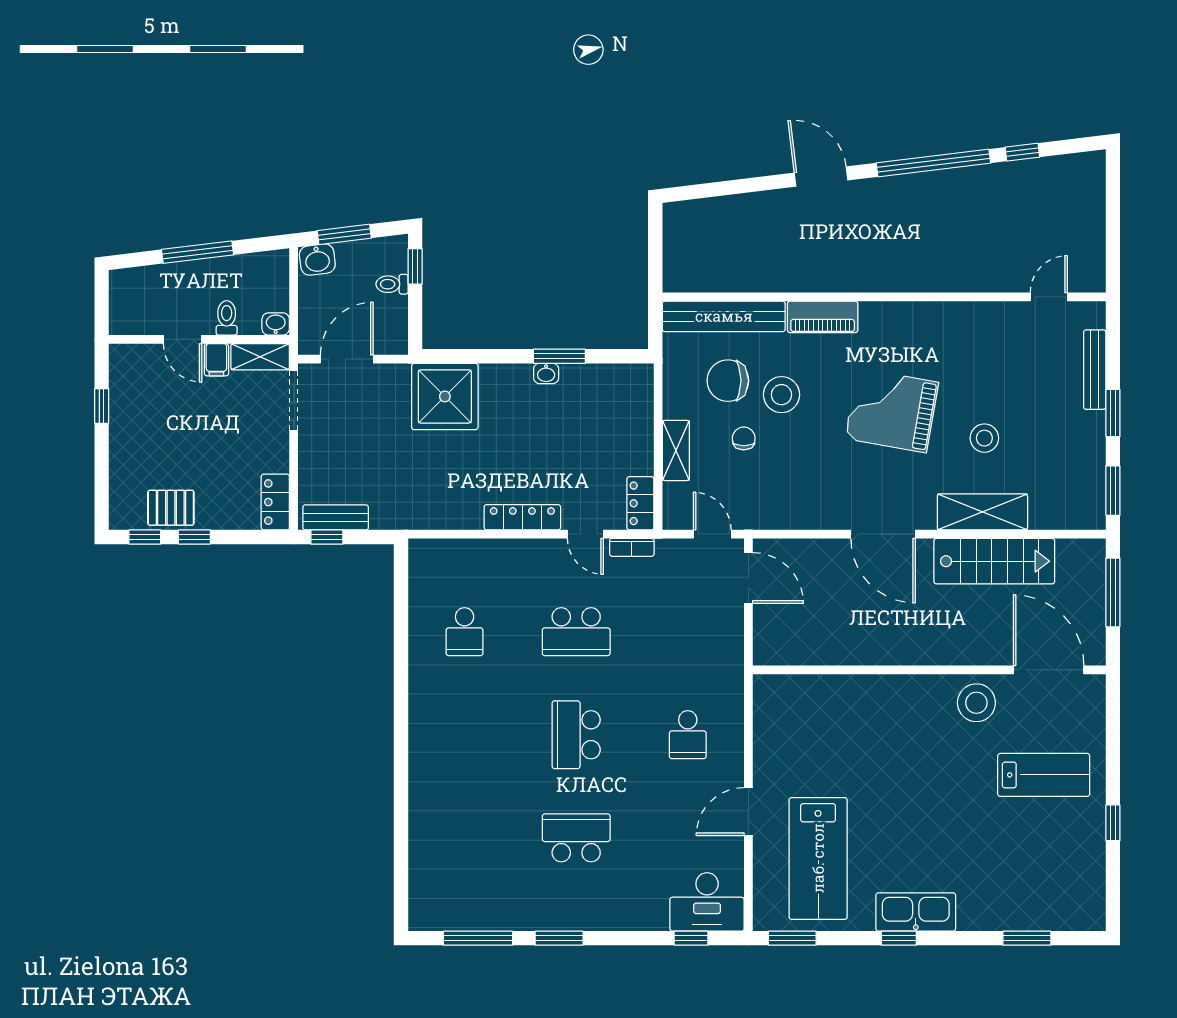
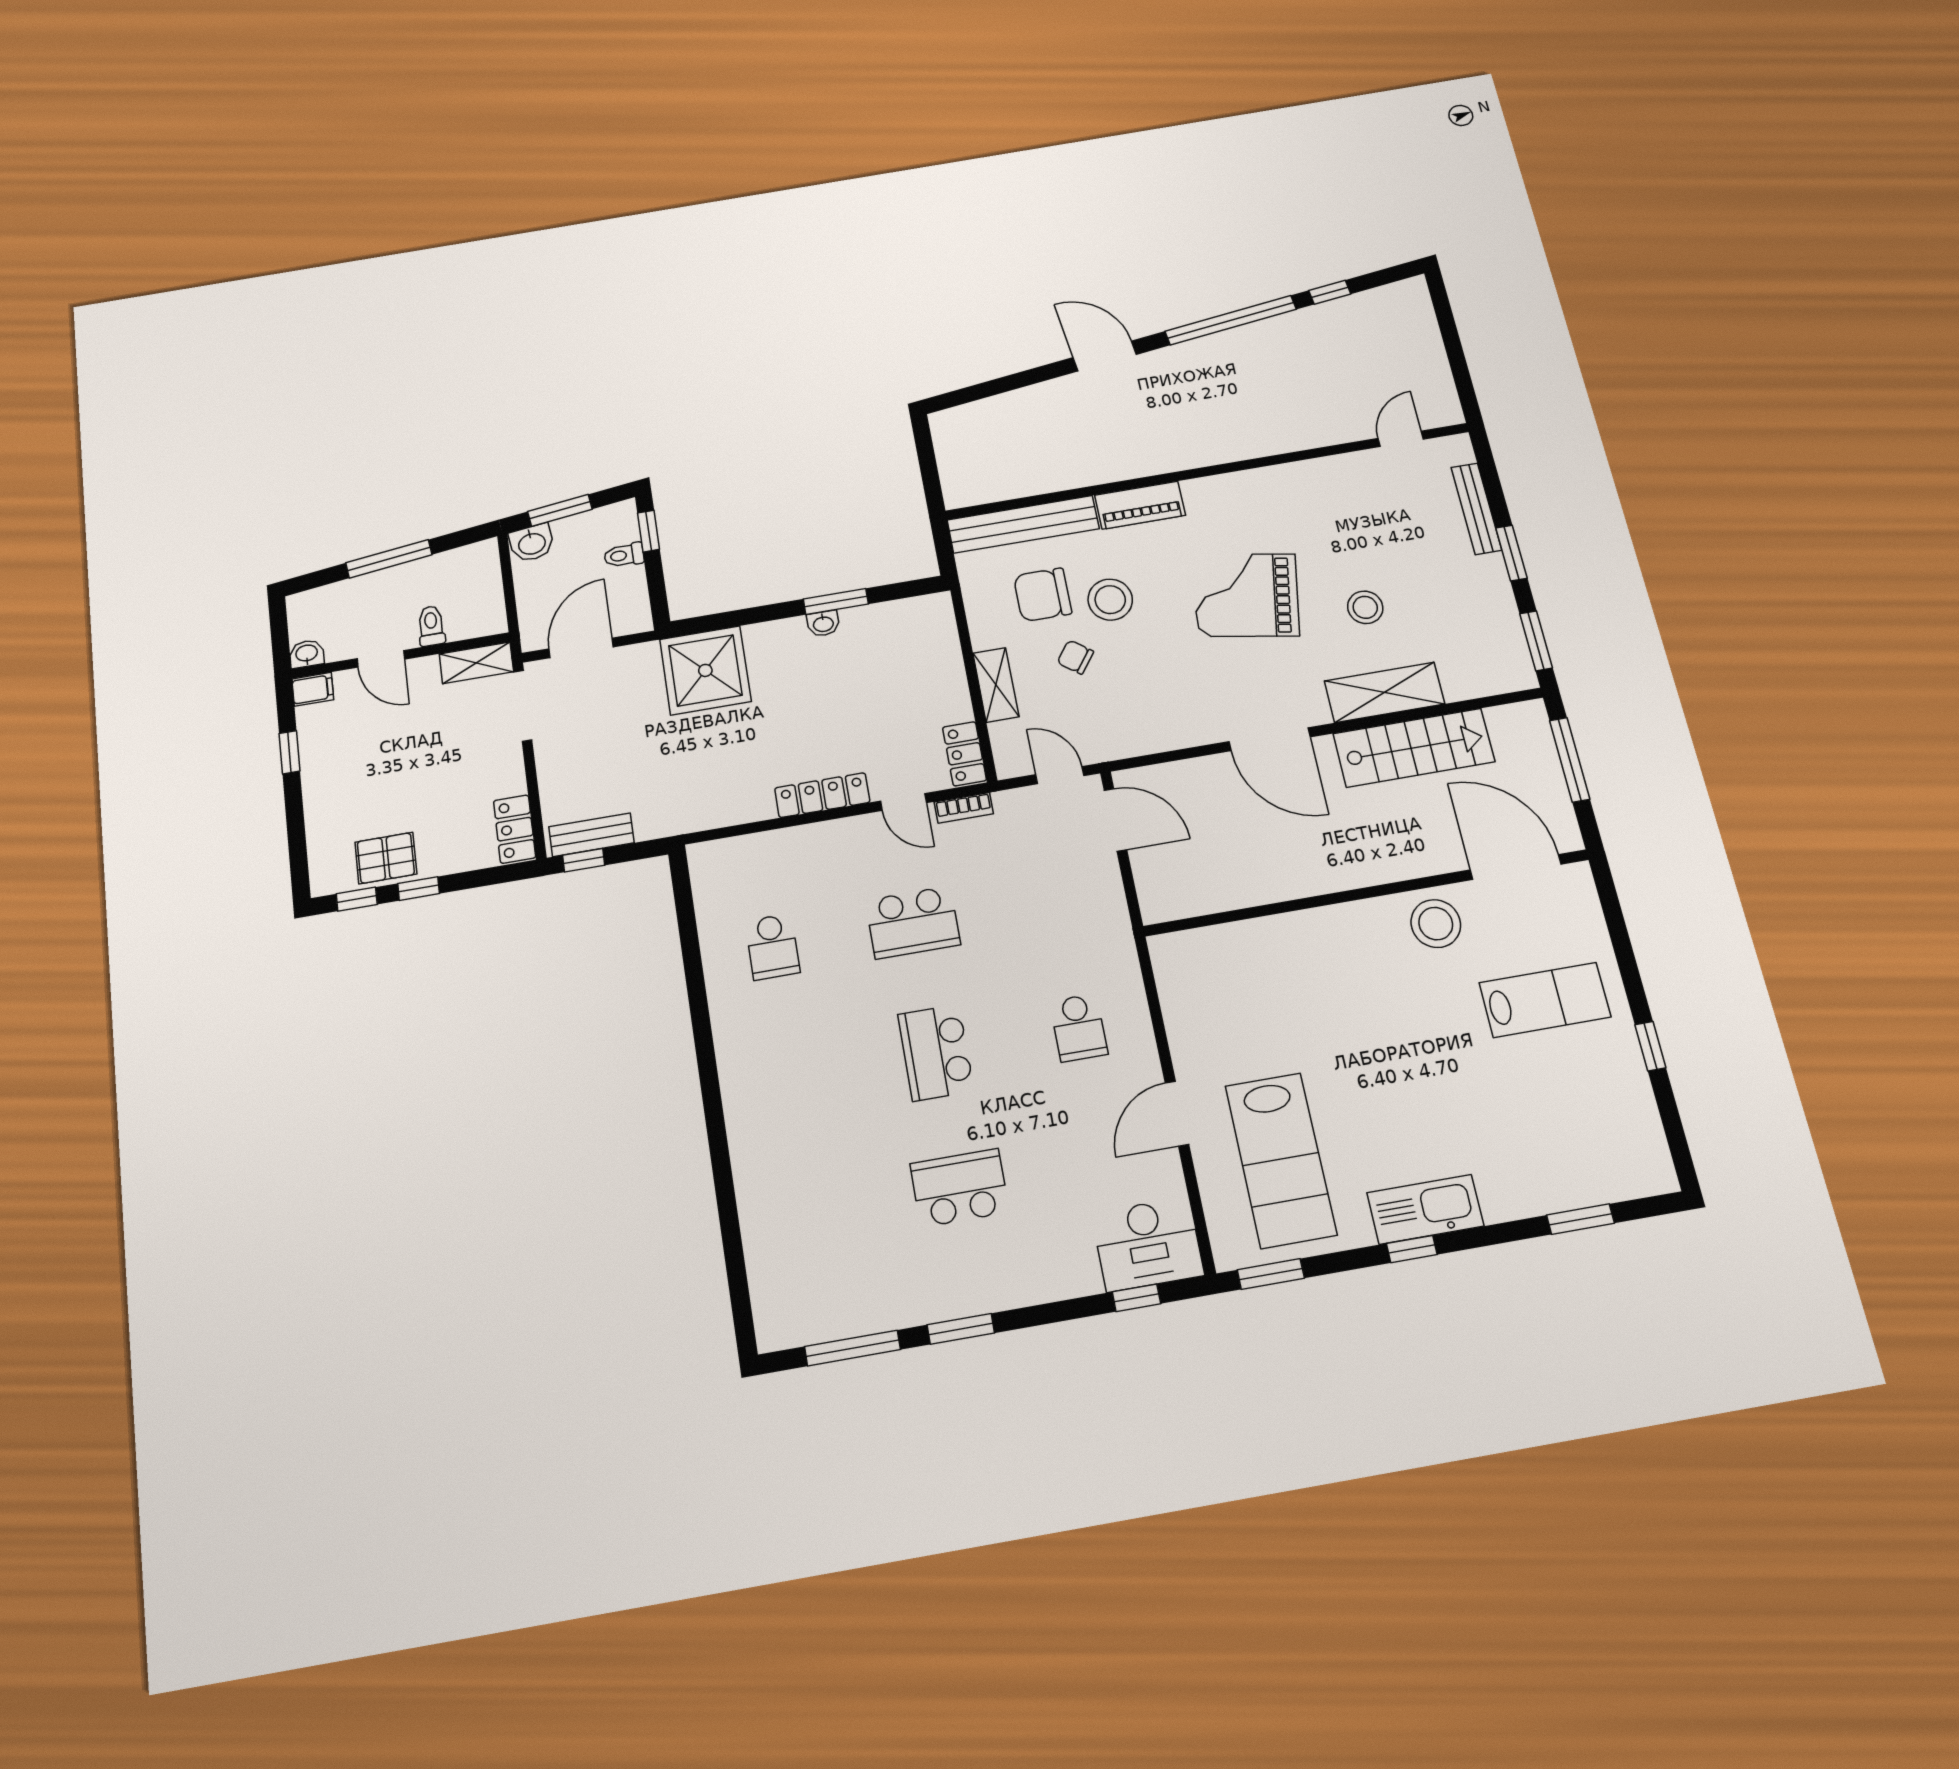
washbasin: (276, 324) -> (307, 654), moved
filing cabinet: (216, 360) -> (313, 689), moved, turned -90
chair: (744, 438) -> (1075, 657), turned -53

